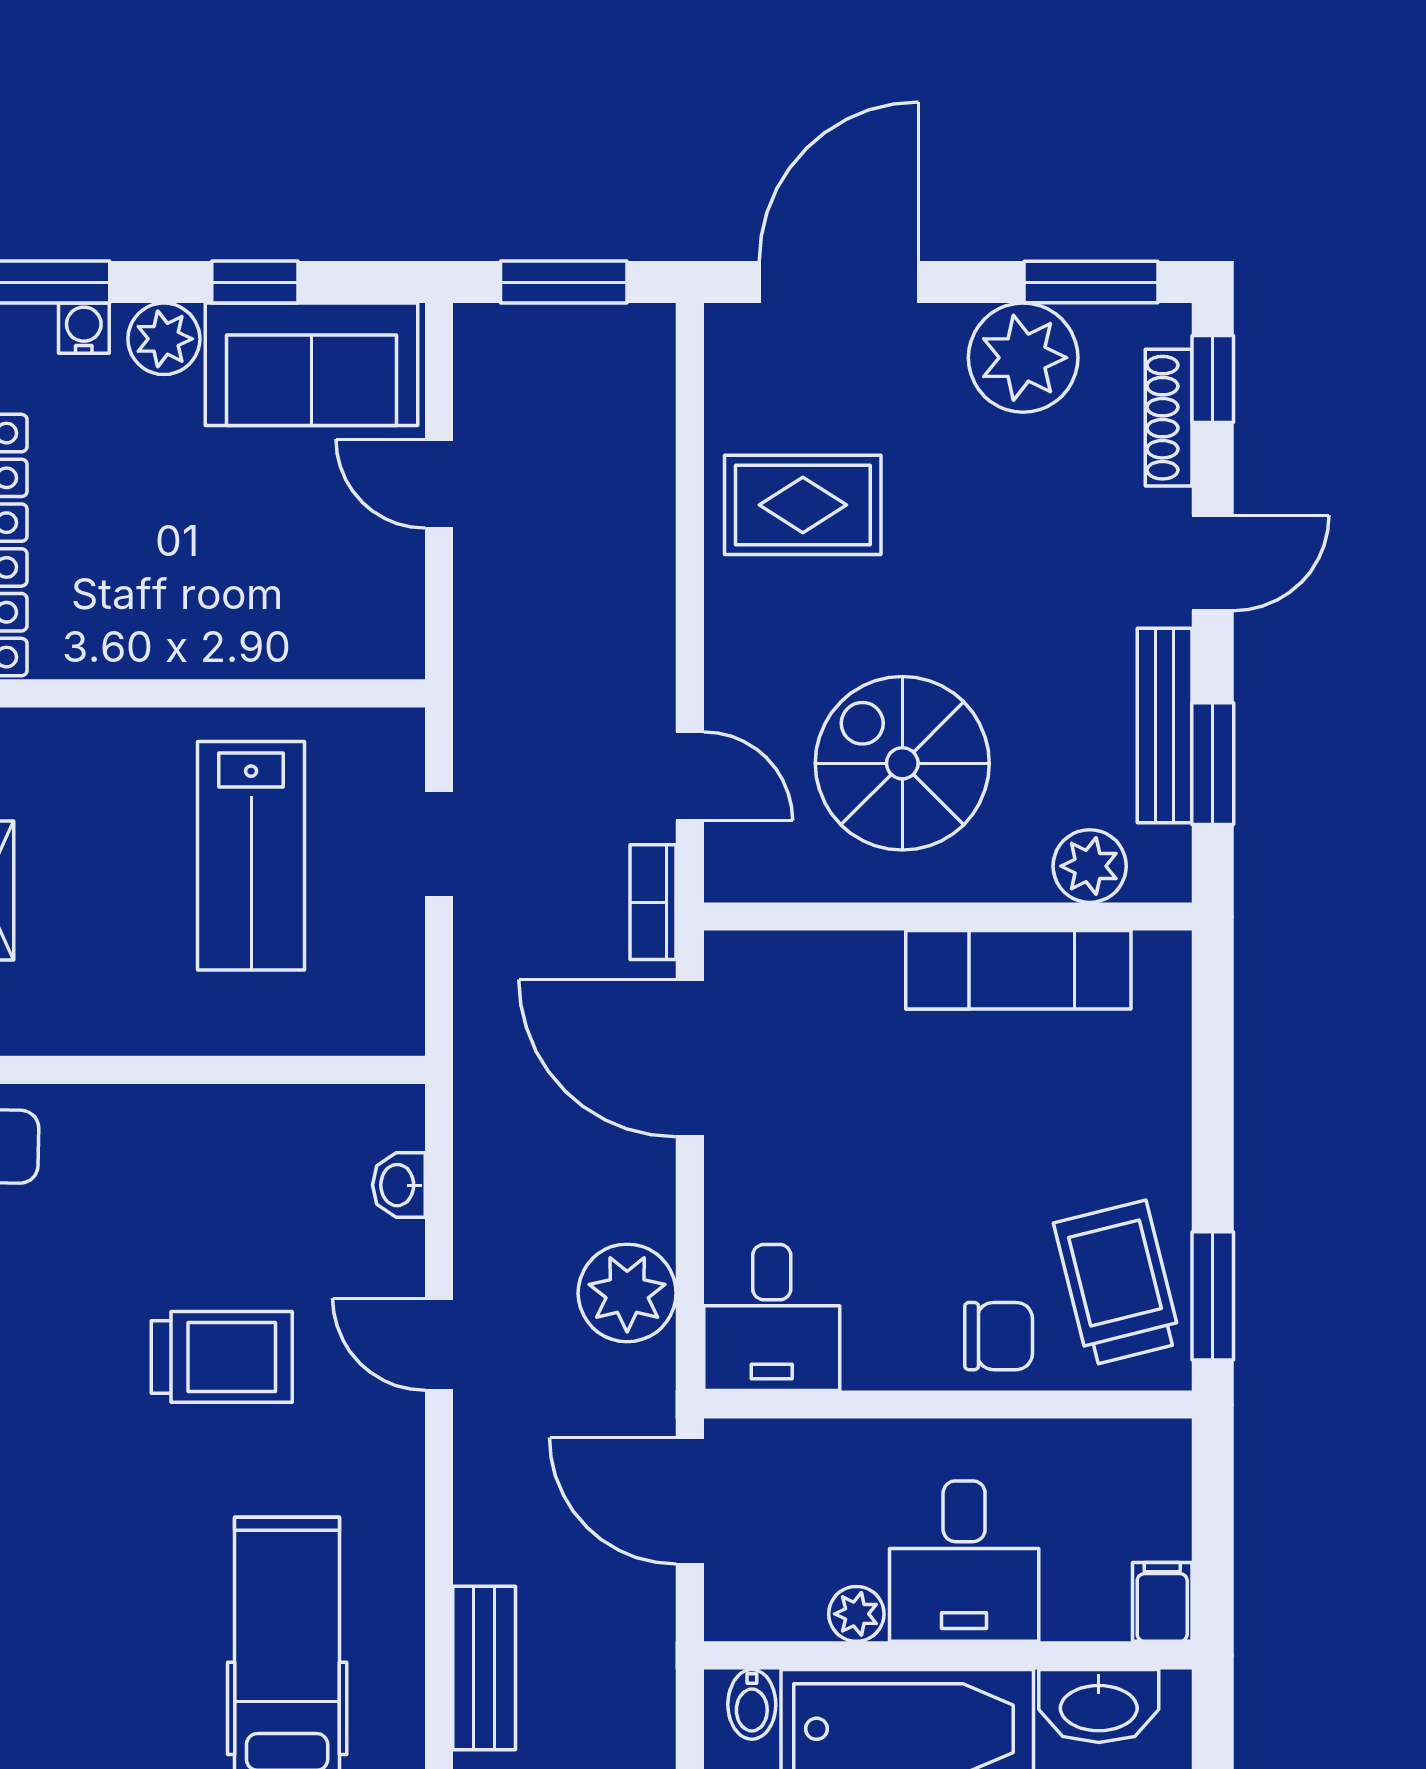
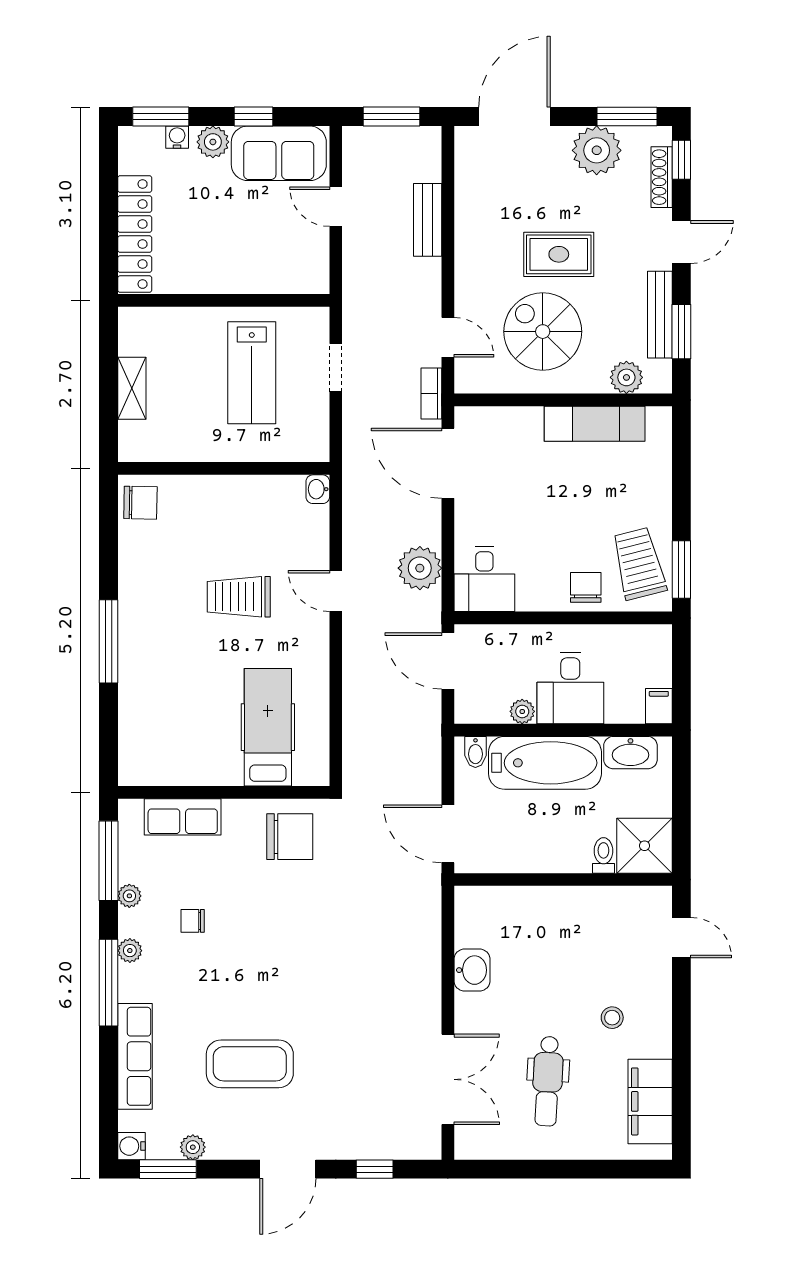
rug: (803, 505) -> (559, 254), moved
washbasin: (399, 1185) -> (318, 489), moved
chair: (999, 1336) -> (586, 587), turned -90
trolley: (222, 1357) -> (239, 597), turned 180
bench: (484, 1668) -> (428, 220), moved

